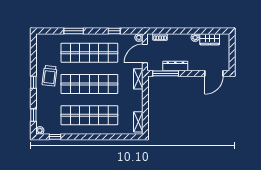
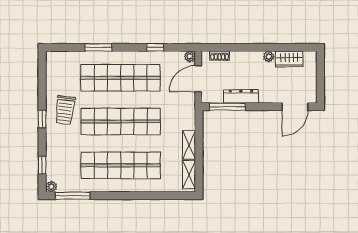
shelving: (138, 79) -> (189, 145), moved
window: (55, 137) -> (73, 196), width x2.17

